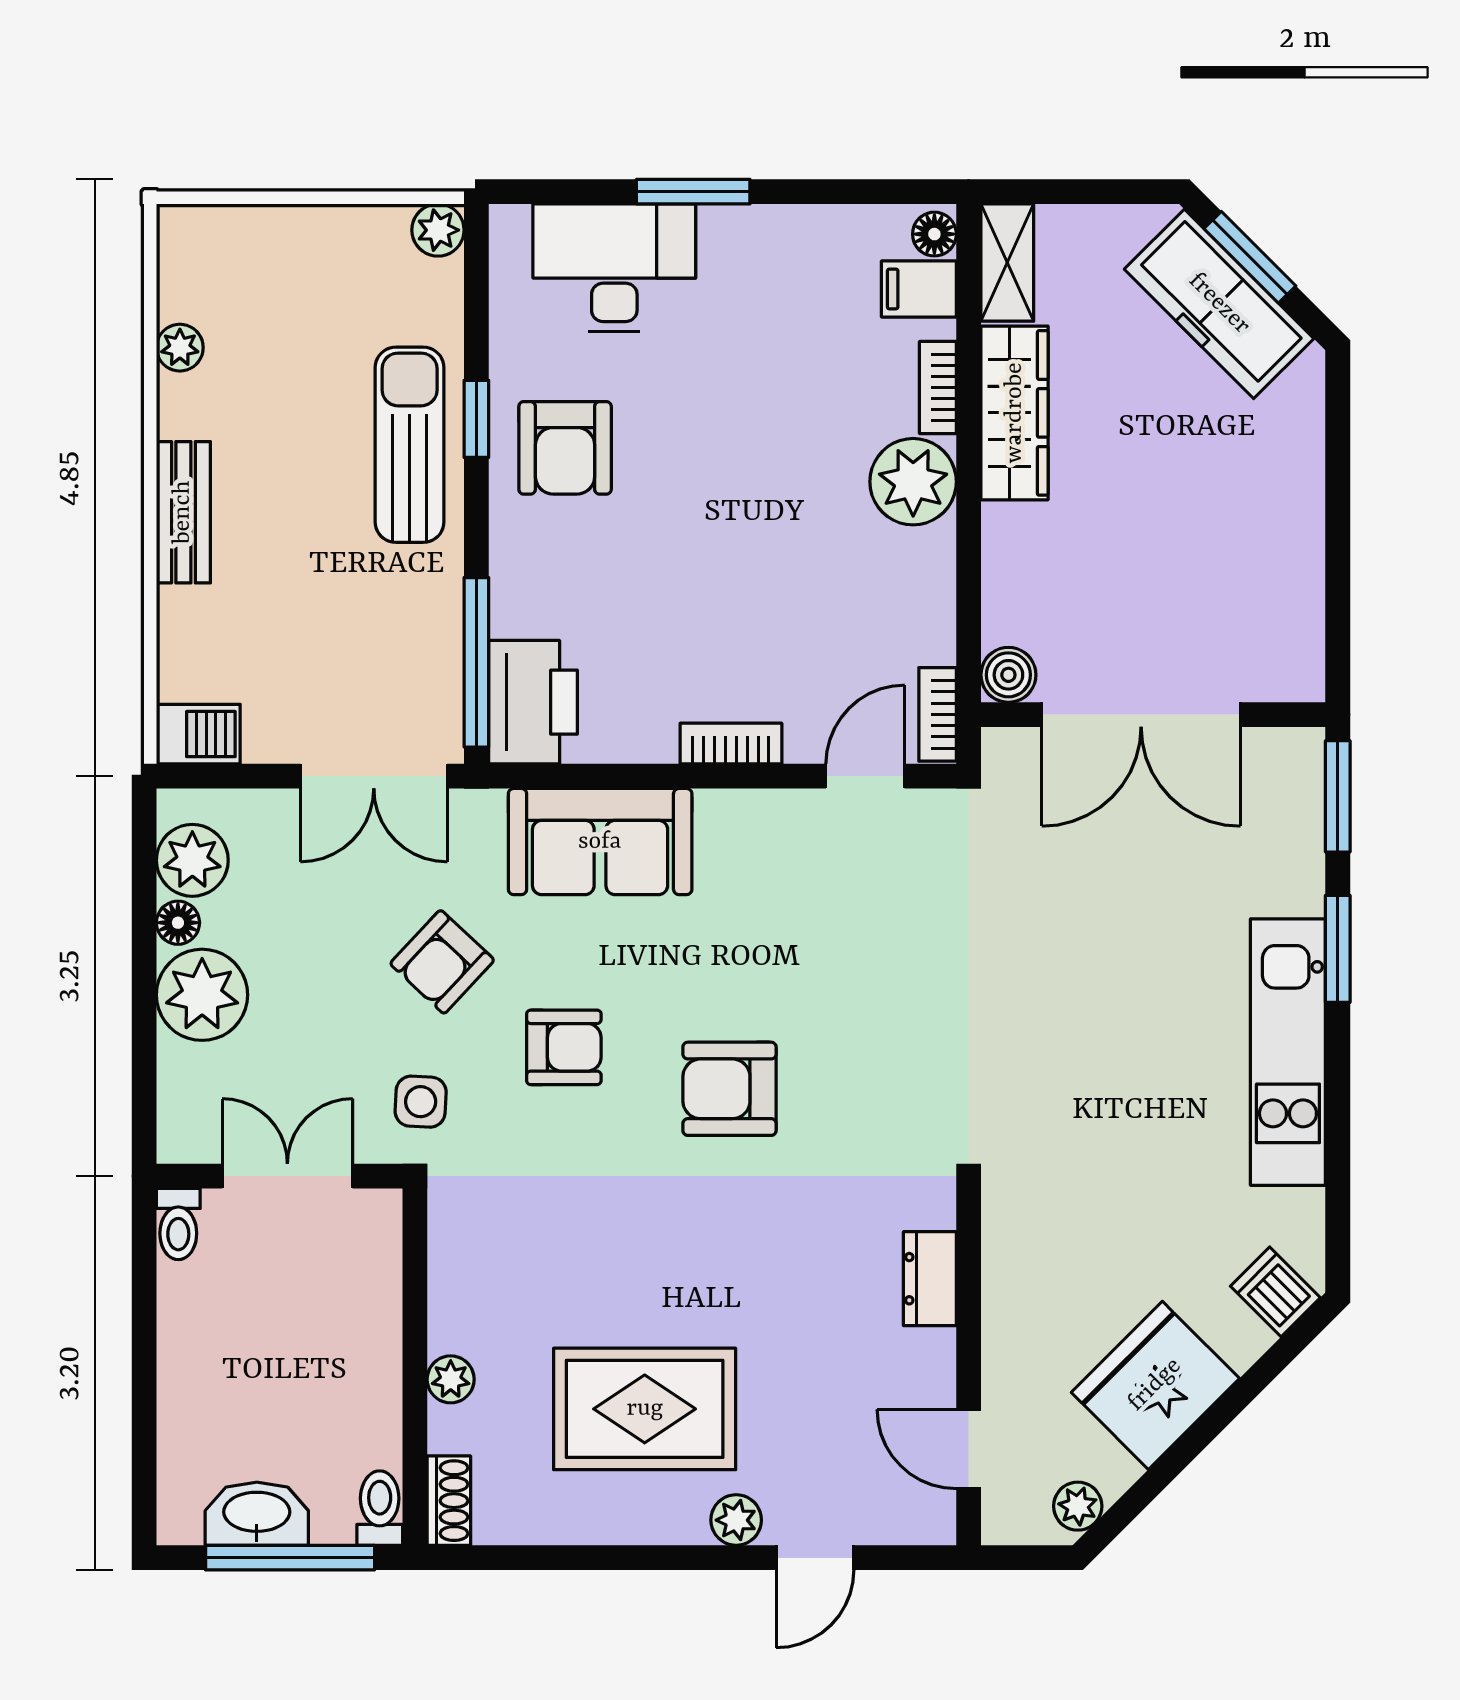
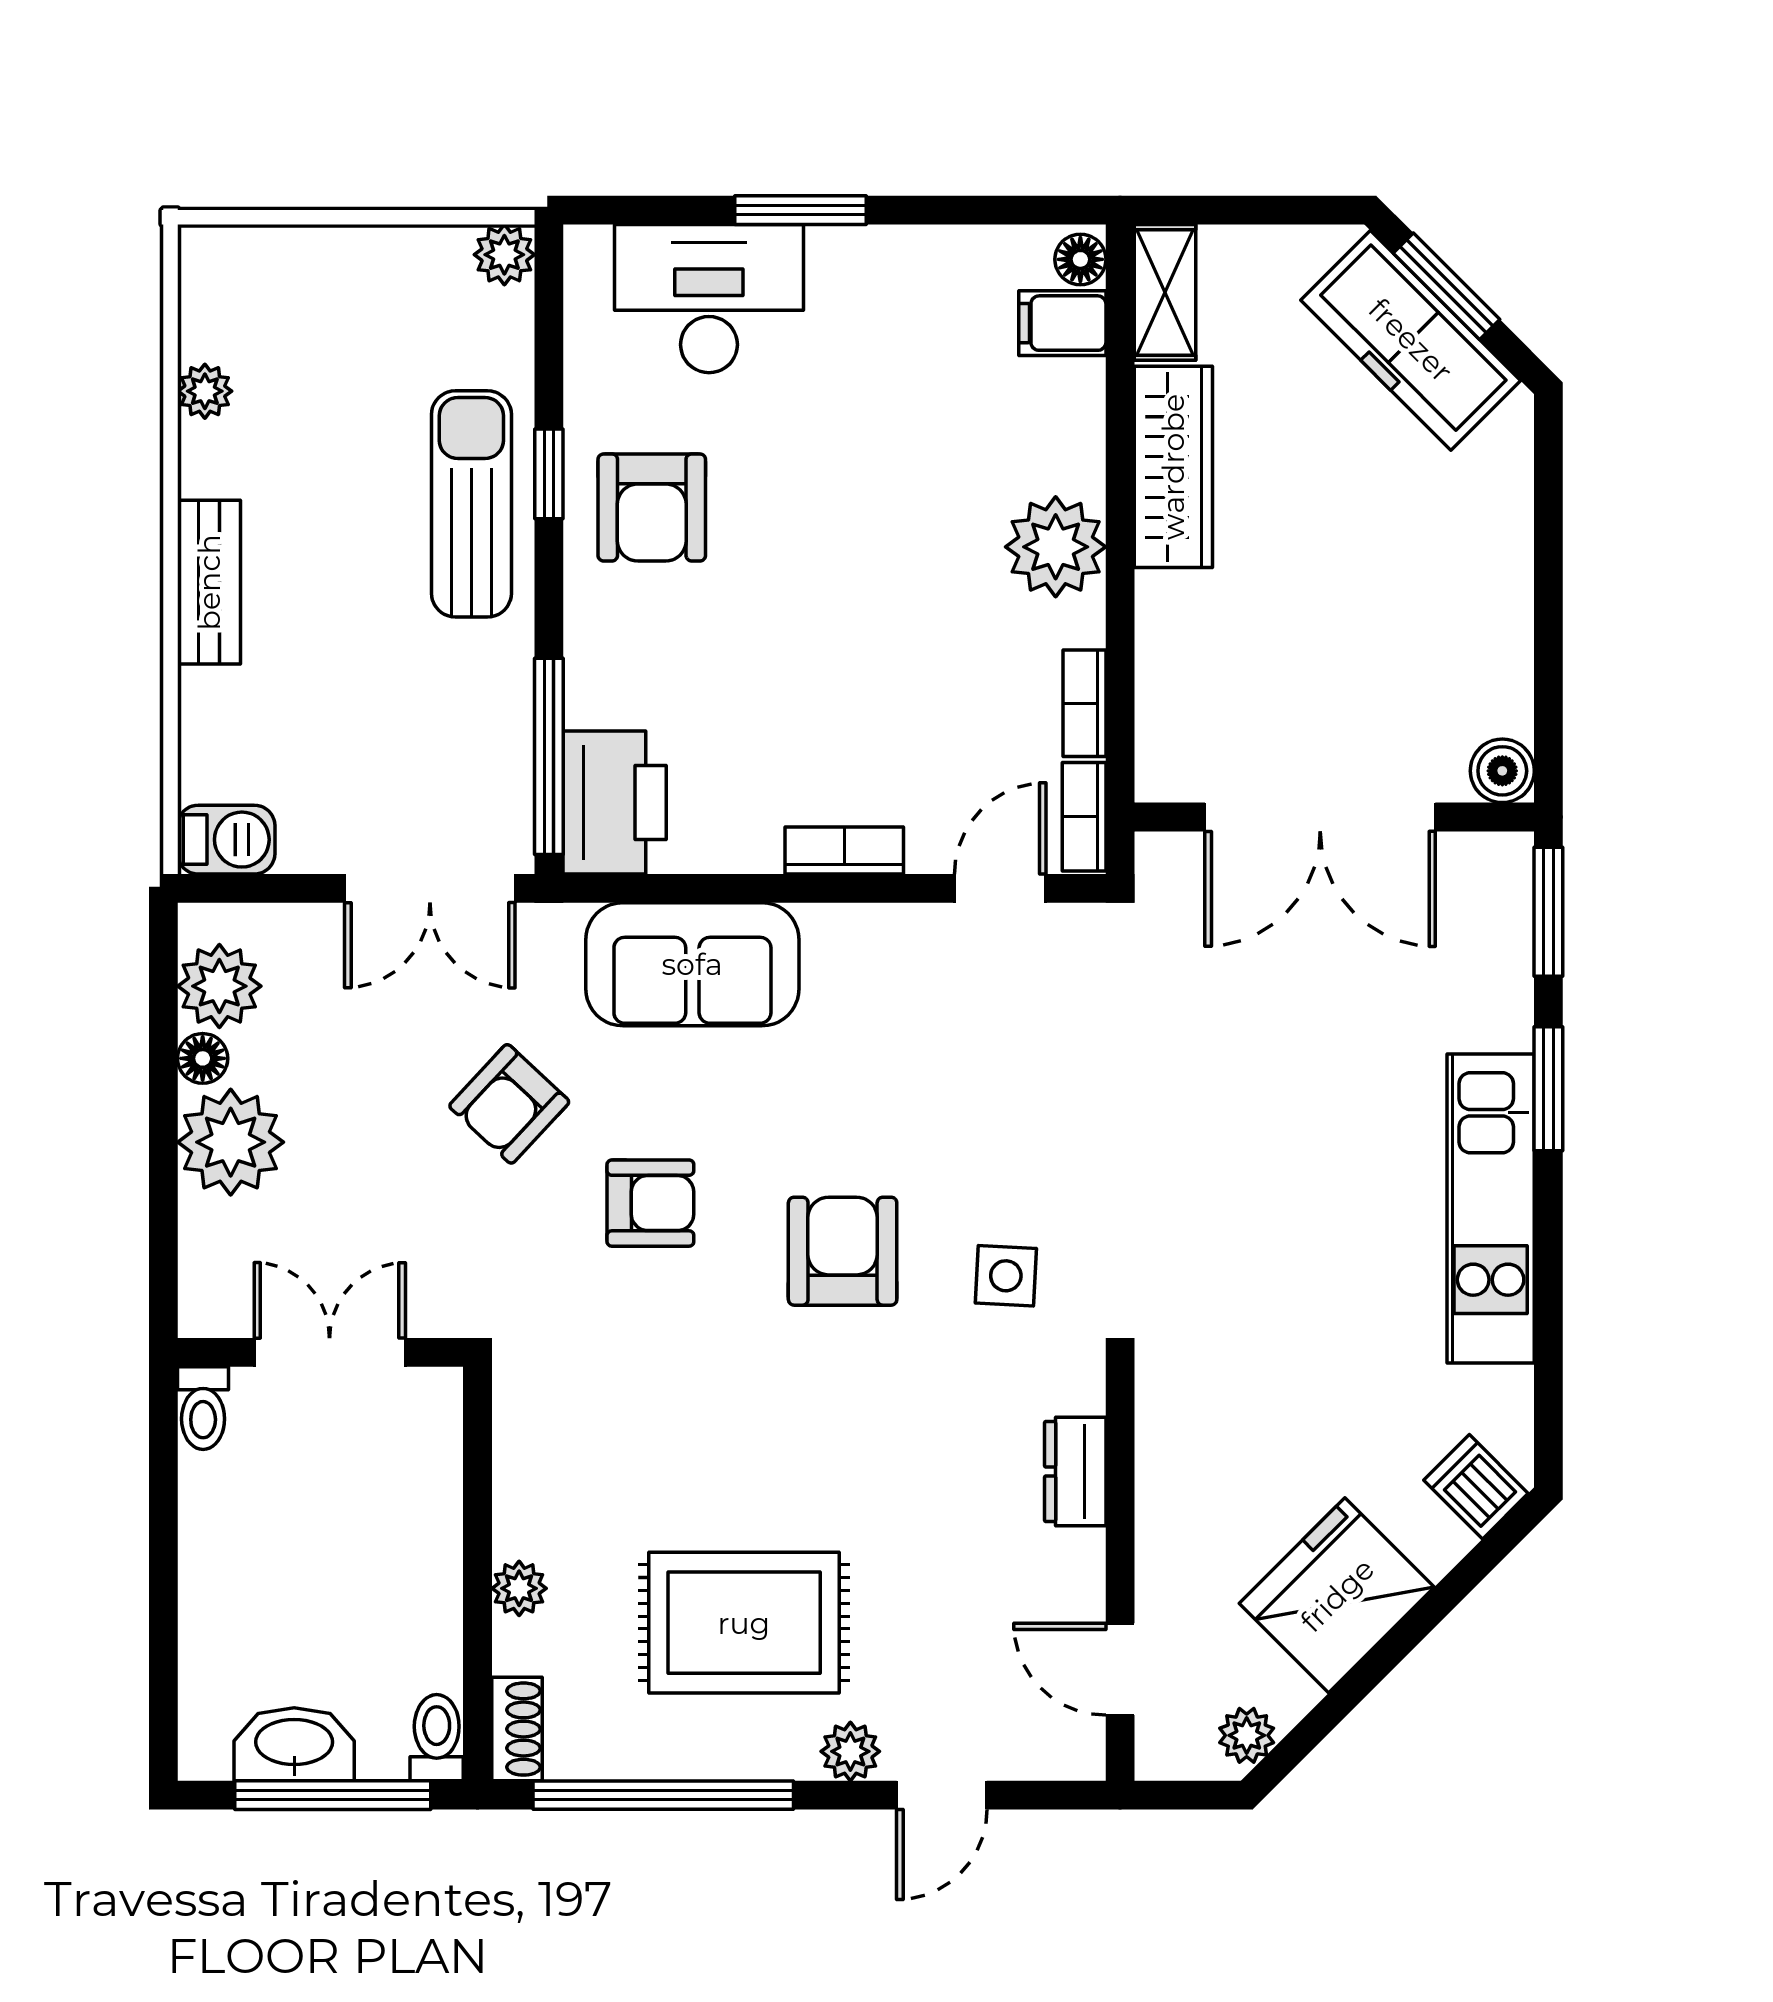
bookcase: (938, 388) -> (1084, 703), moved
boiler: (1008, 675) -> (1502, 771), moved
armchair: (729, 1089) -> (843, 1251), turned 90
side table: (421, 1102) -> (1006, 1276), moved
window: (575, 1558) -> (663, 1795), added

